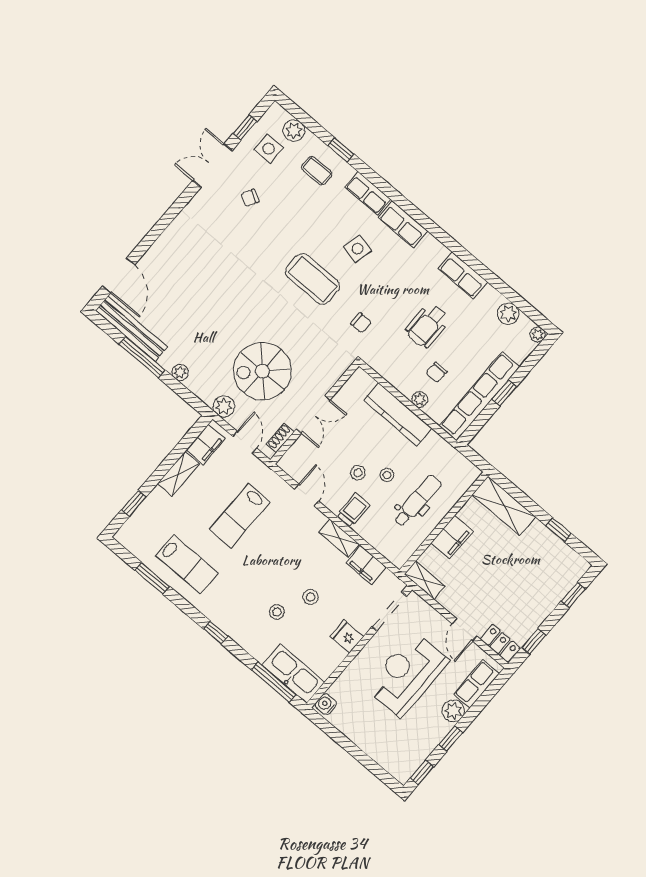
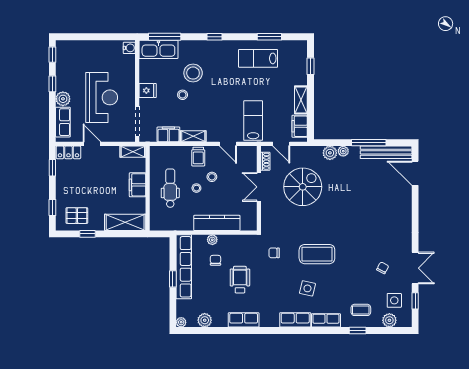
plant: (224, 406) -> (330, 153), moved
dental chair: (417, 501) -> (170, 188), turned 180
lab bench: (240, 516) -> (253, 121), moved
pallet: (553, 562) -> (77, 216), added
stool: (277, 612) -> (193, 73), width x1.89, depth x1.89

